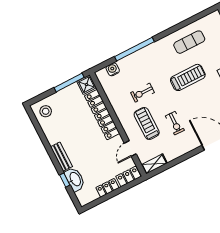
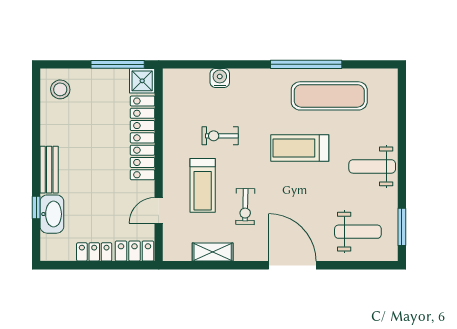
exercise mat: (189, 42) -> (329, 96), width x1.36, depth x1.45
window: (134, 49) -> (306, 64), moved
water cooler: (113, 69) -> (220, 78), moved
treadmill: (188, 77) -> (300, 148), turned 180
treadmill: (147, 123) -> (203, 185), turned 180
shelving: (154, 164) -> (213, 252), moved

